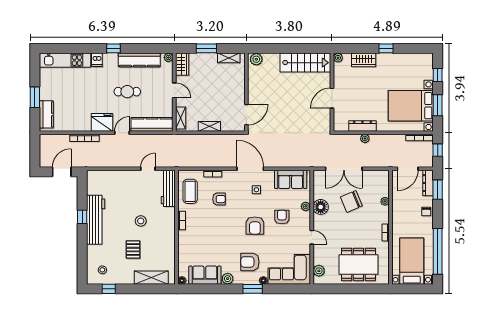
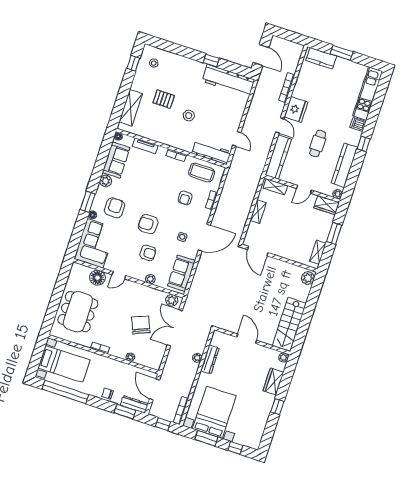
floor lamp: (321, 207) -> (98, 278), moved
workbench: (96, 220) -> (228, 80), moved
tv unit: (183, 252) -> (145, 146), added
plant: (319, 271) -> (172, 300), moved

